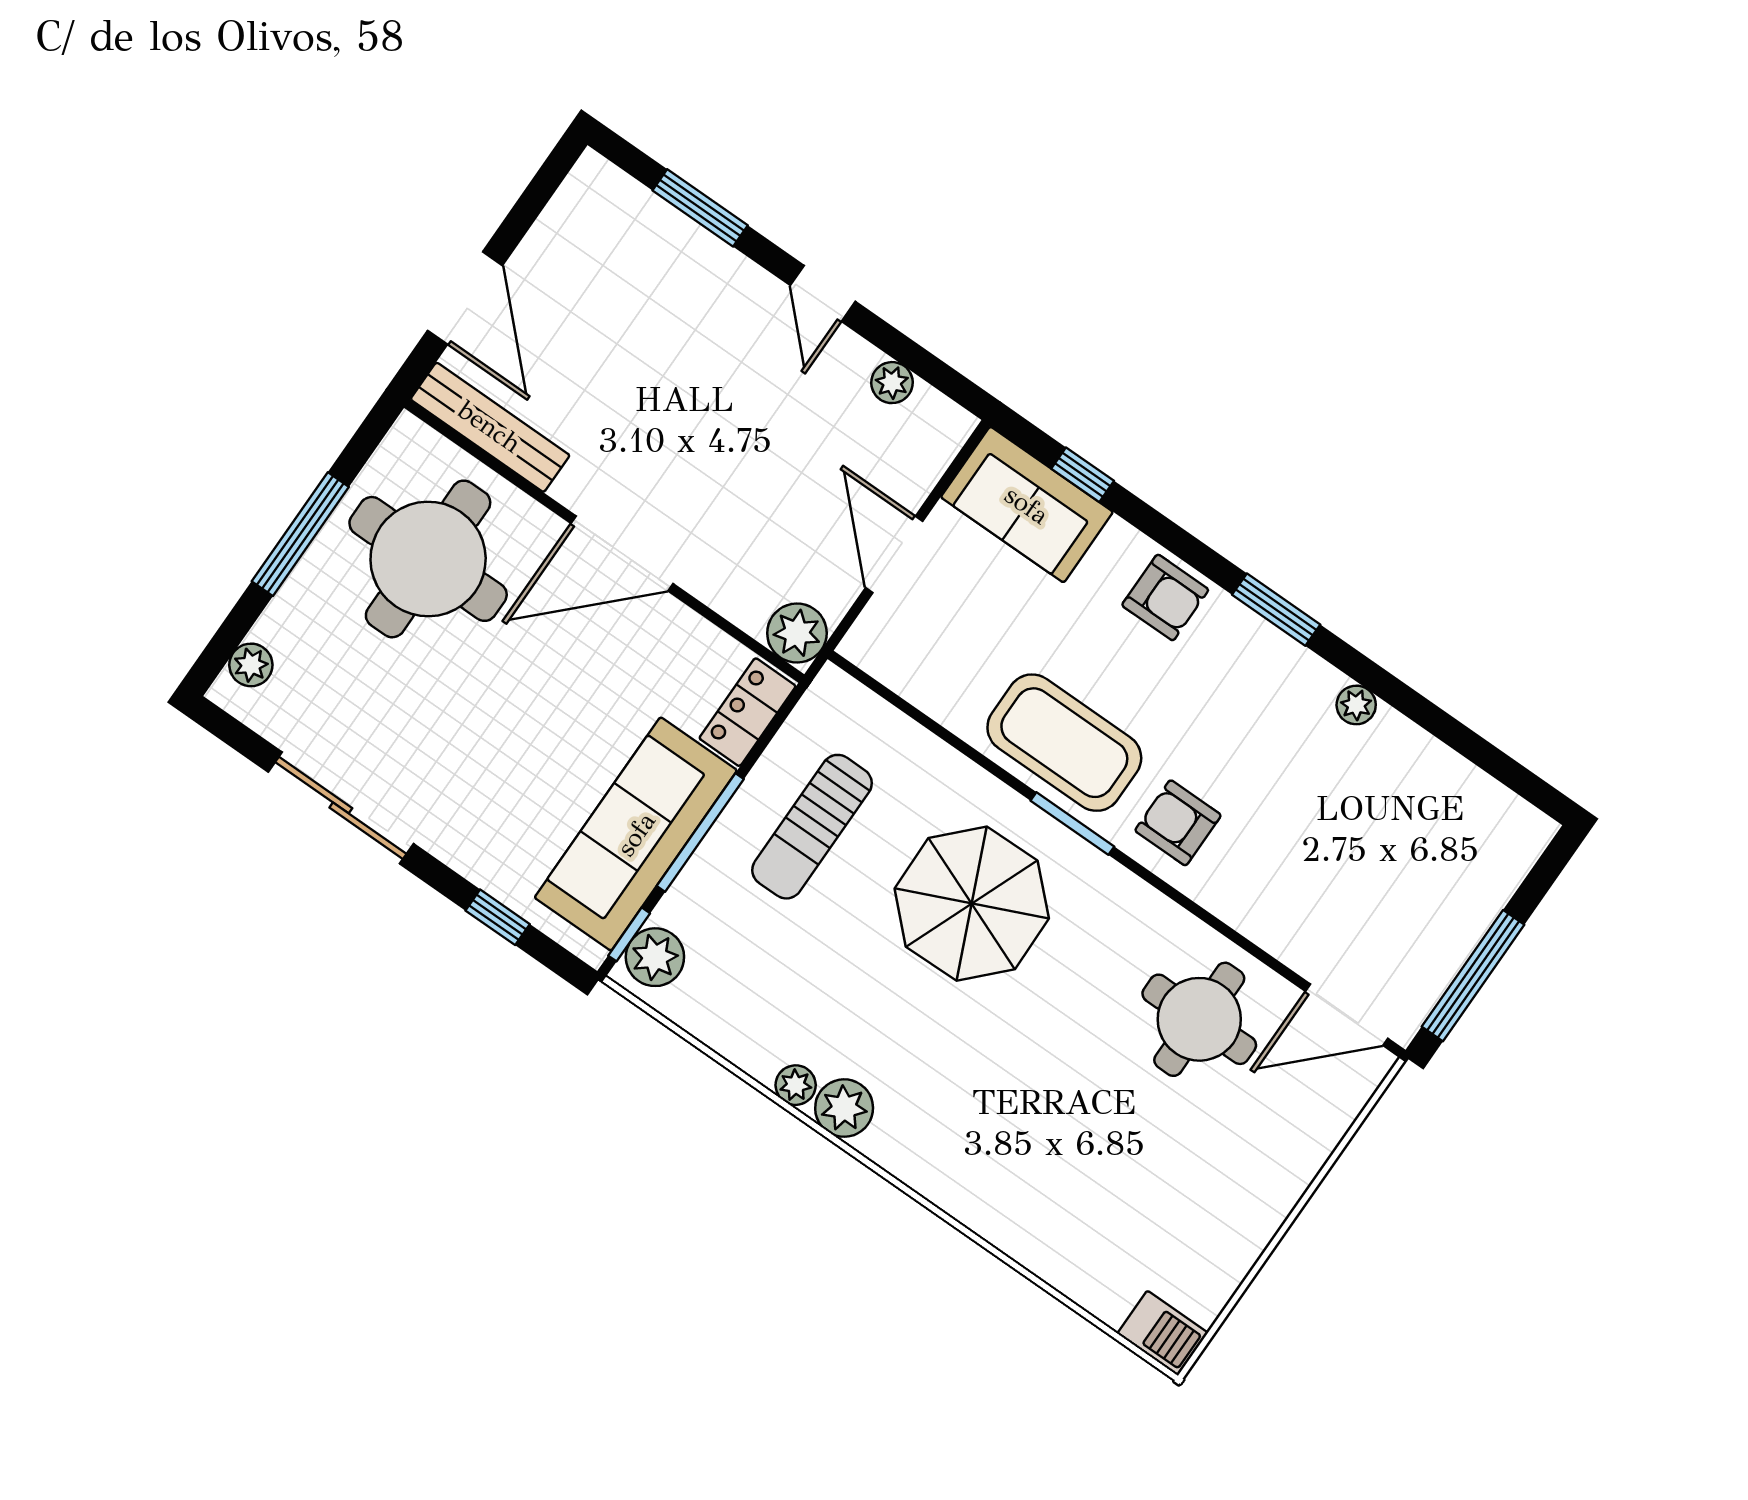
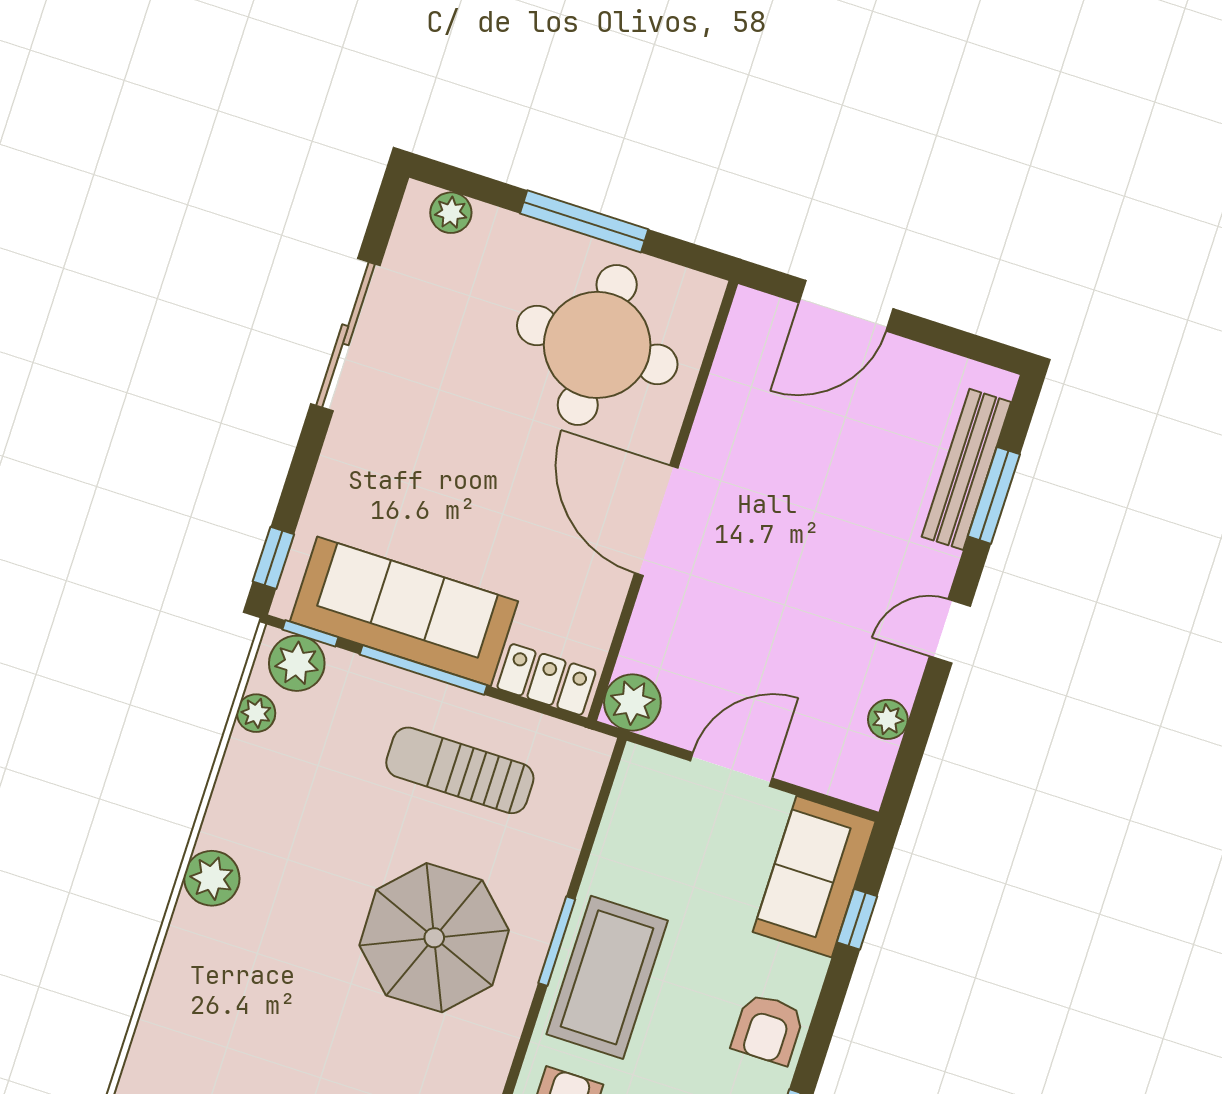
bench: (490, 427) -> (966, 469), moved
window: (1072, 824) -> (557, 941), moved
window: (498, 917) -> (273, 558), moved
plant: (796, 1085) -> (256, 713), moved

